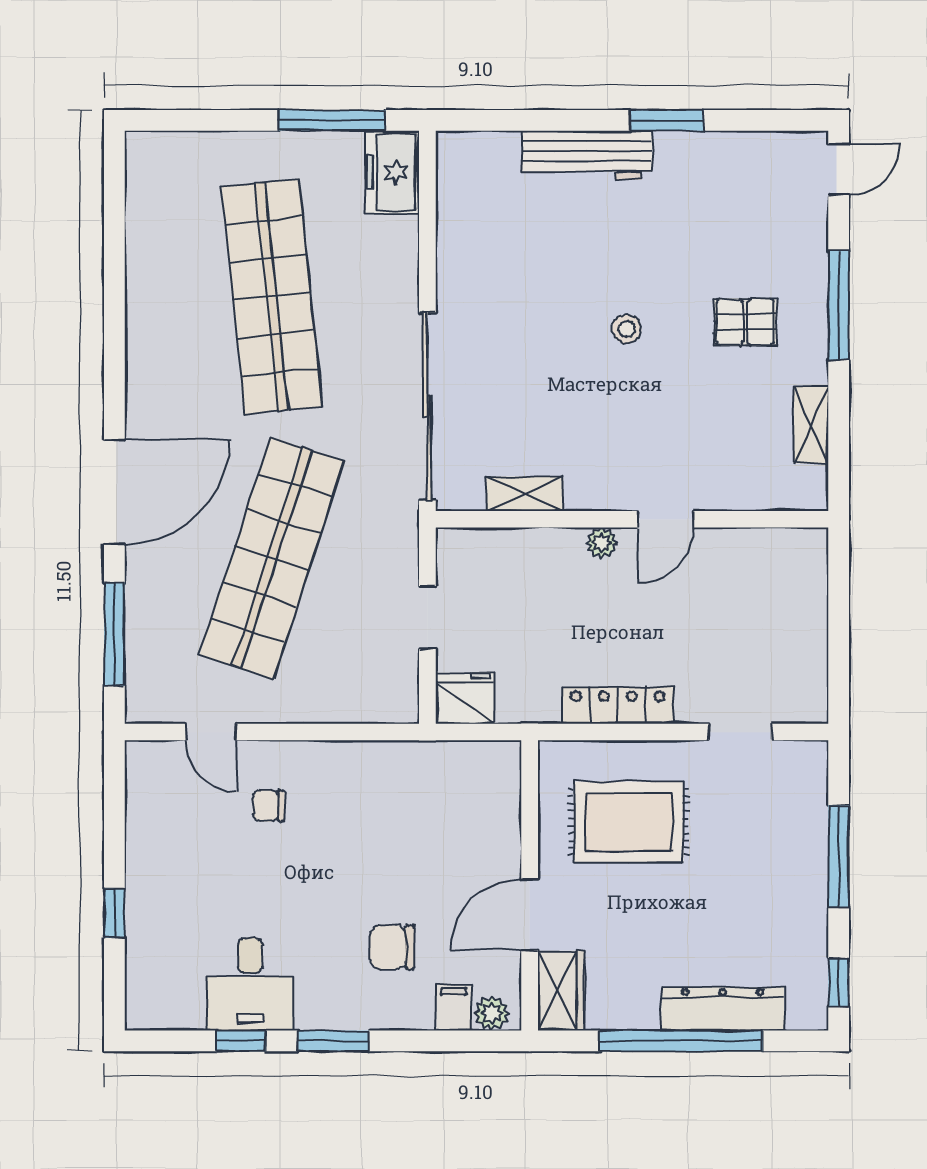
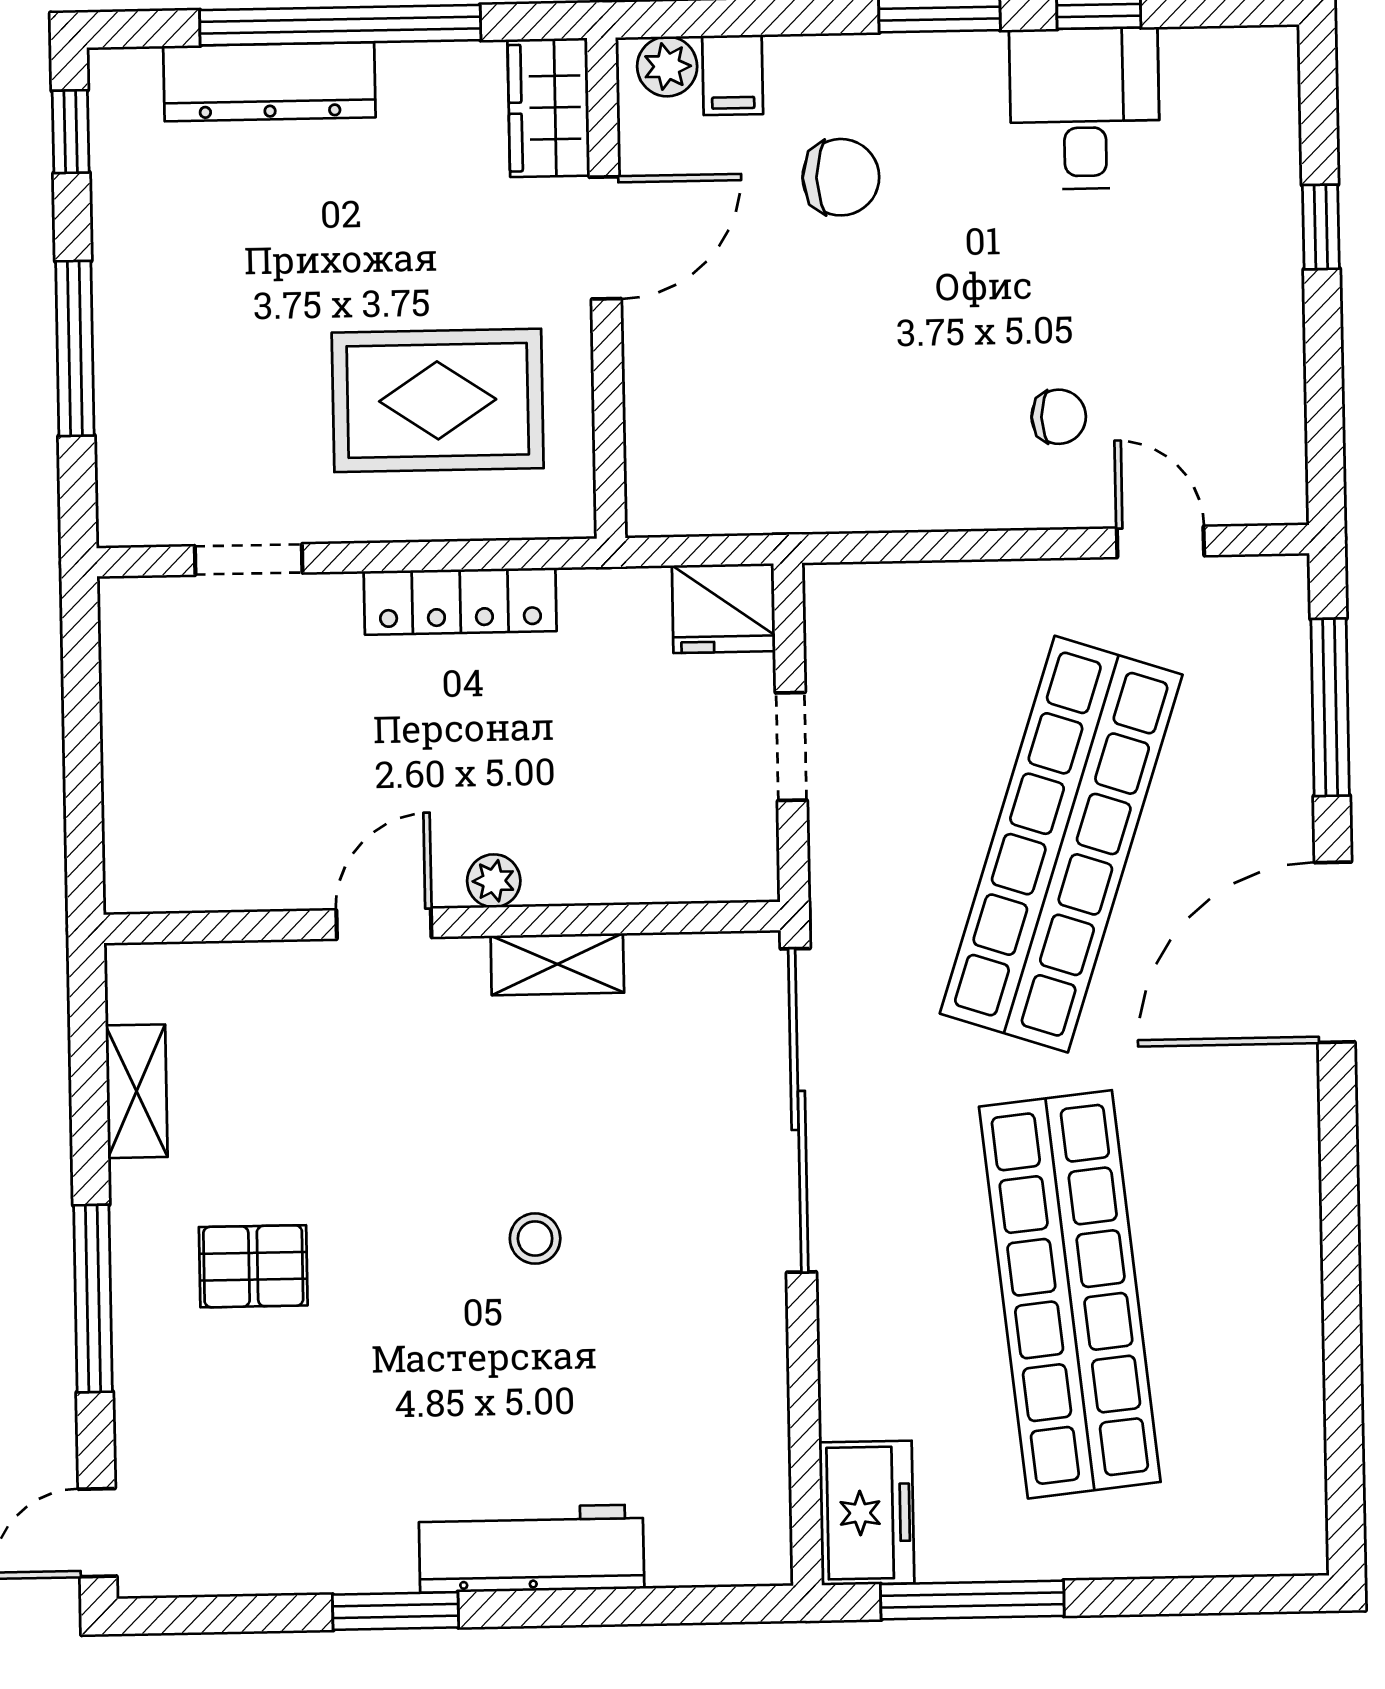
stool: (627, 329) -> (535, 1238), moved
shelving: (525, 494) -> (557, 964), moved

